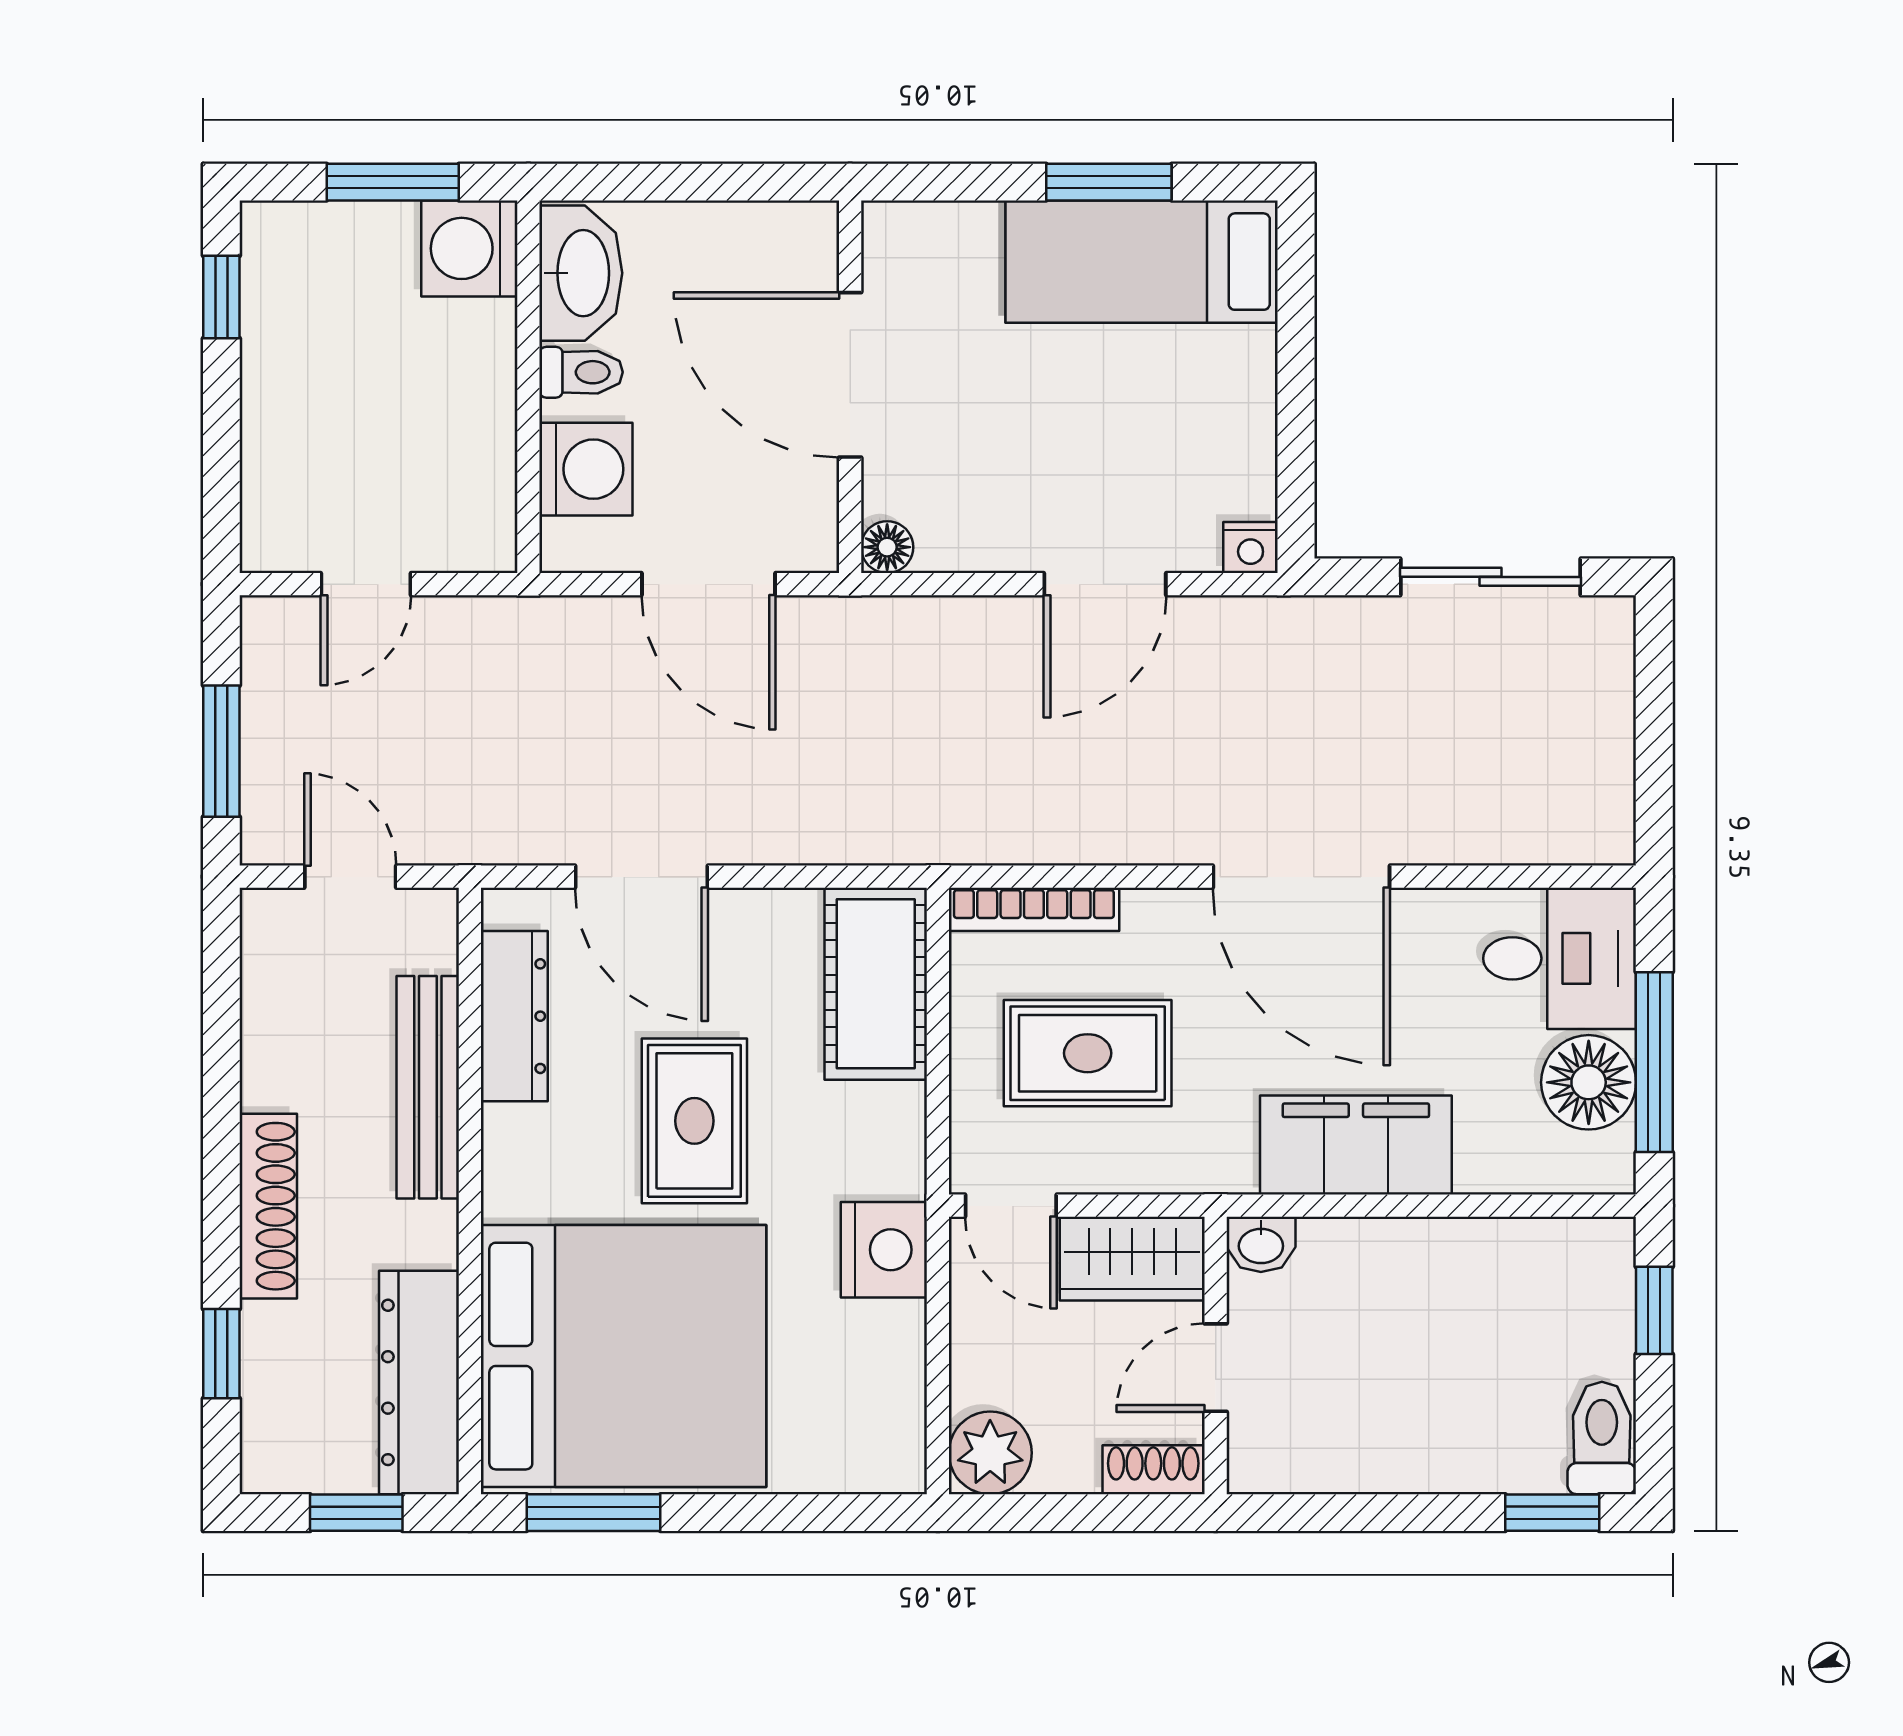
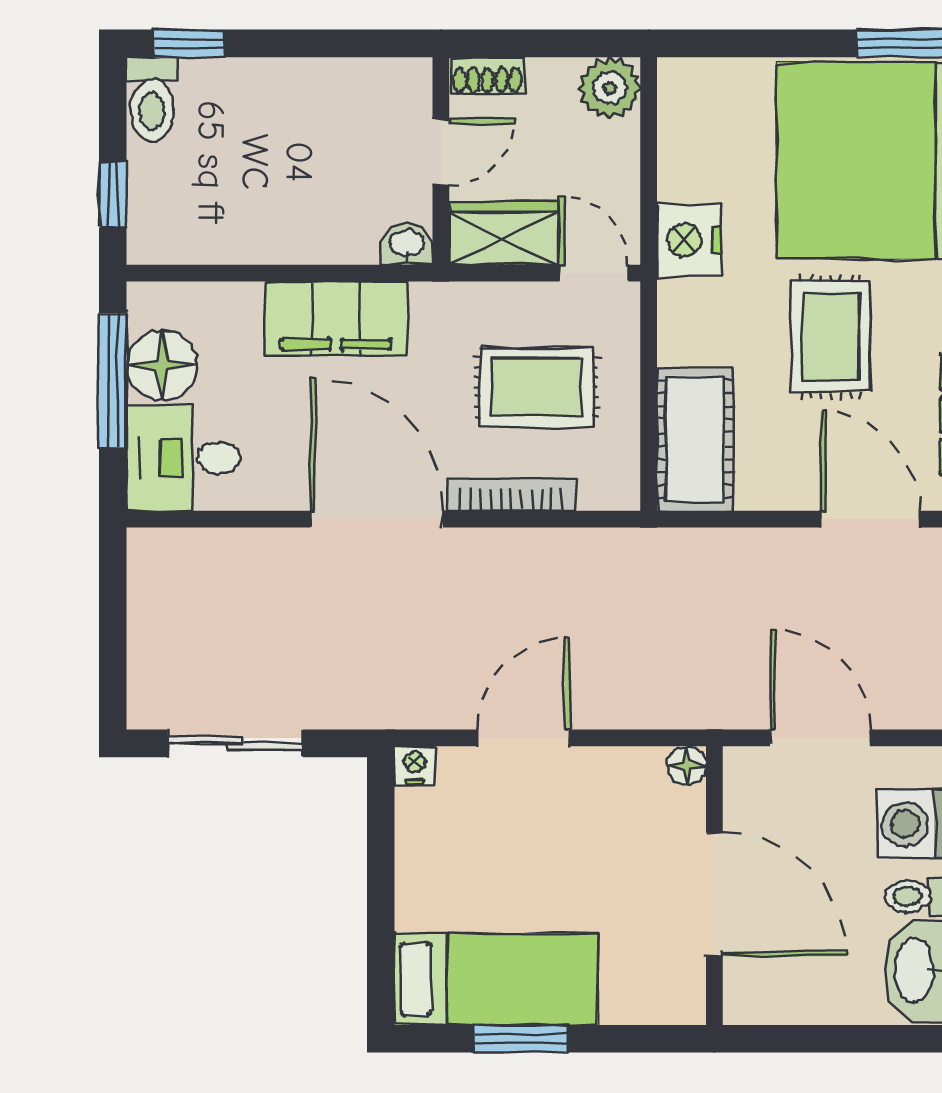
bookcase: (1034, 909) -> (511, 495), moved

